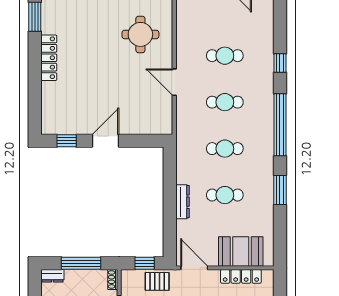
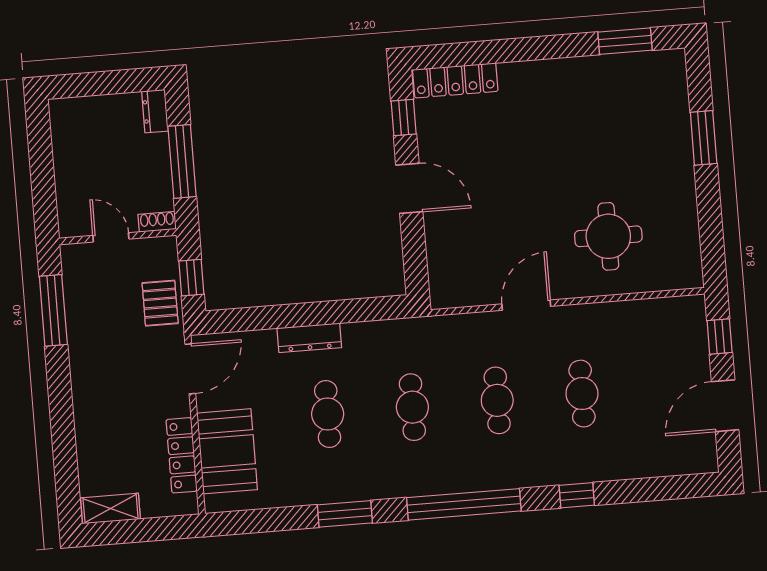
locker: (49, 58) -> (455, 80), moved

